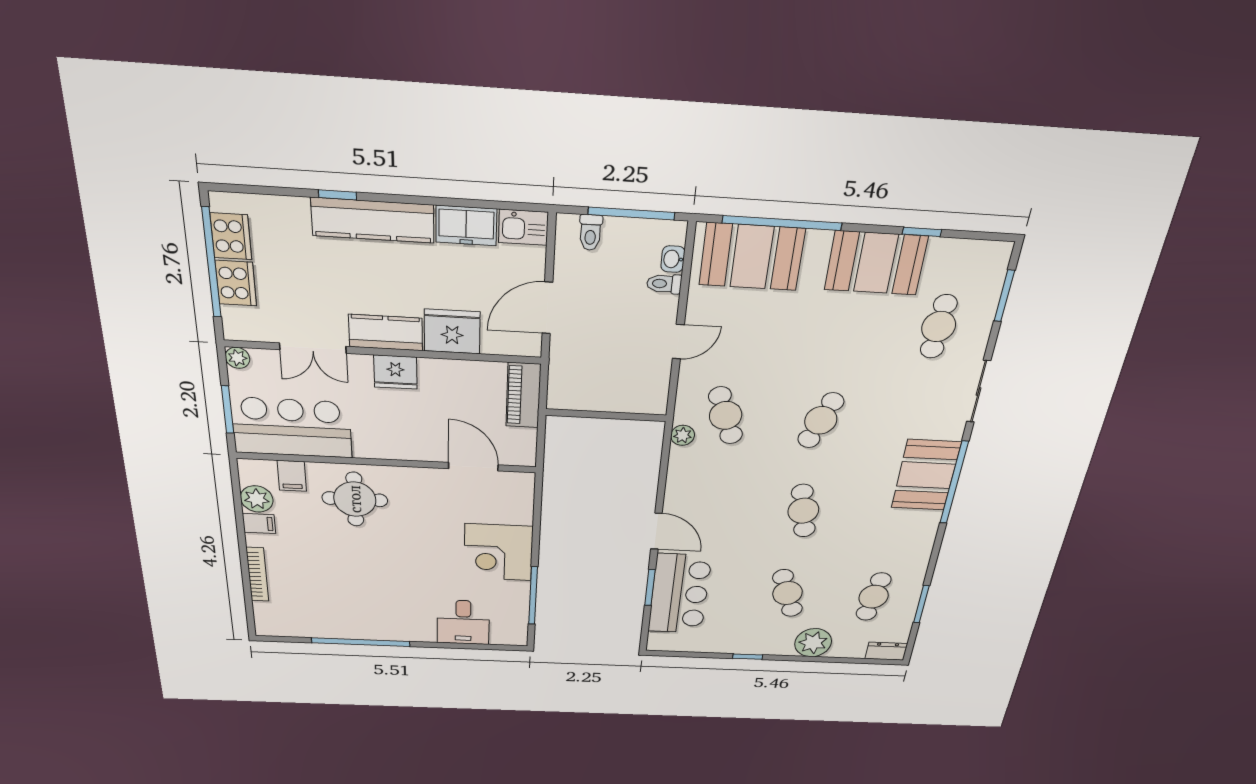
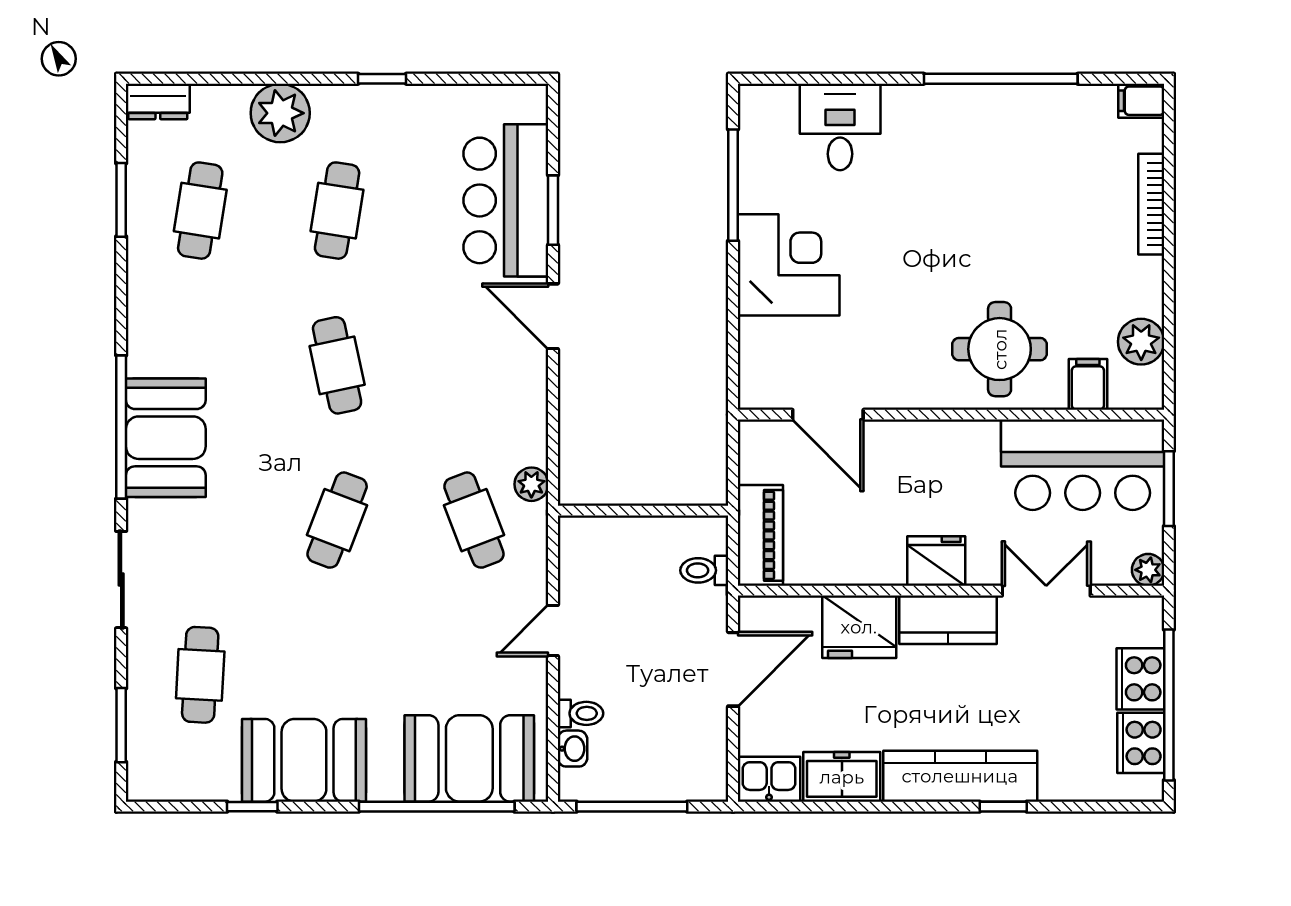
toilet: (590, 232) -> (704, 570), moved, turned -90
filing cabinet: (259, 524) -> (1141, 101), moved
cafe table: (787, 593) -> (337, 211), turned 30

